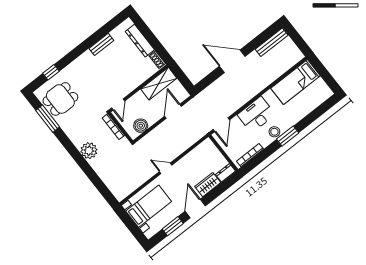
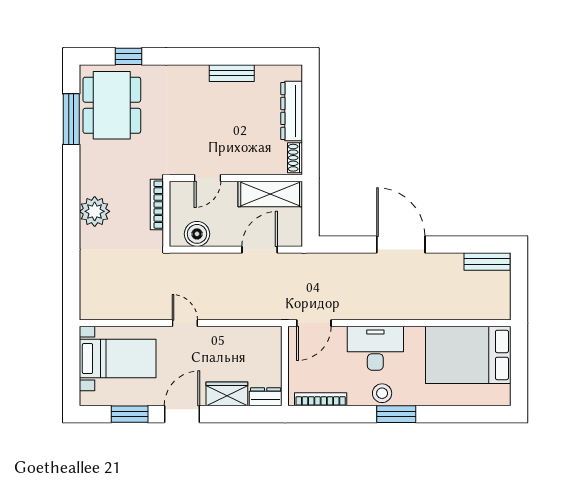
bench: (272, 42) -> (487, 261), width x0.73
bed: (295, 82) -> (468, 355), width x1.50
dining table: (60, 99) -> (112, 105), width x1.38
door: (118, 104) -> (207, 178), moved

